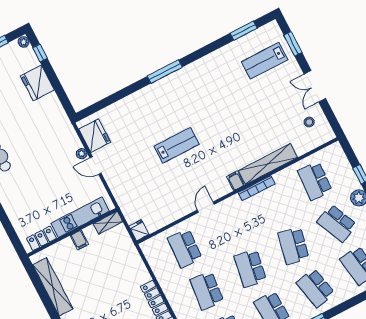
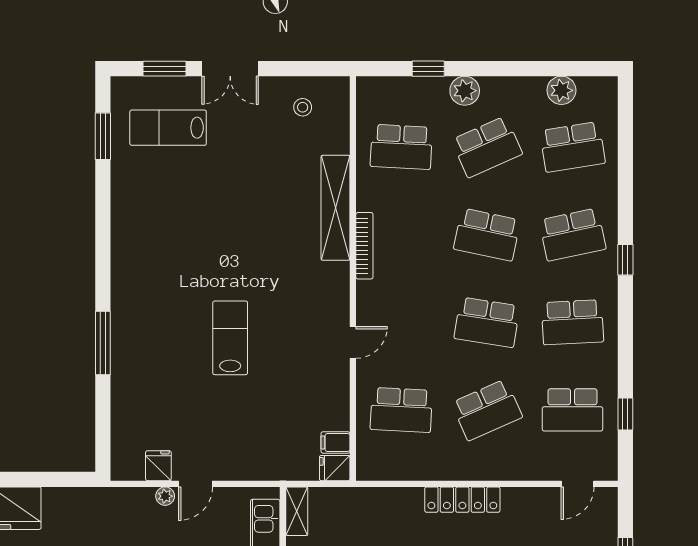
lab bench: (265, 61) -> (168, 128), turned 90
window: (165, 72) -> (103, 343), moved
double door: (315, 86) -> (230, 69), moved
fridge: (95, 136) -> (158, 466), width x0.53, depth x0.75
filing cabinet: (236, 181) -> (335, 442), moved
door: (206, 207) -> (353, 342), swing flipped
school desk: (207, 291) -> (487, 410), turned -30

